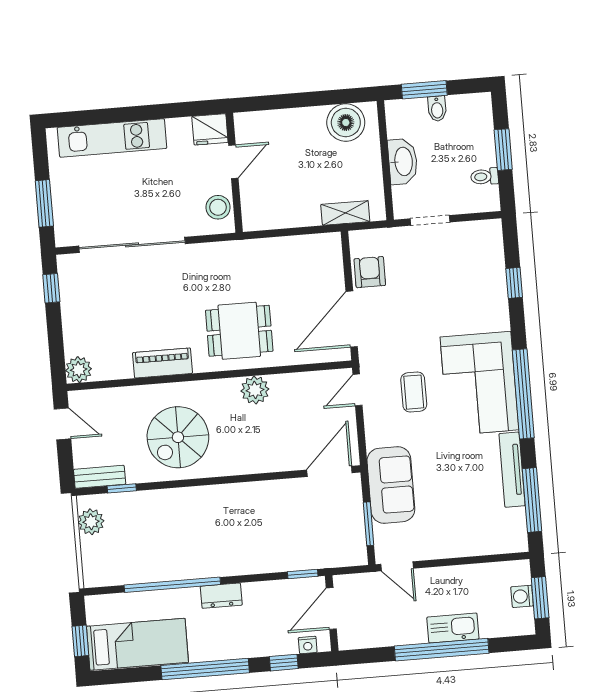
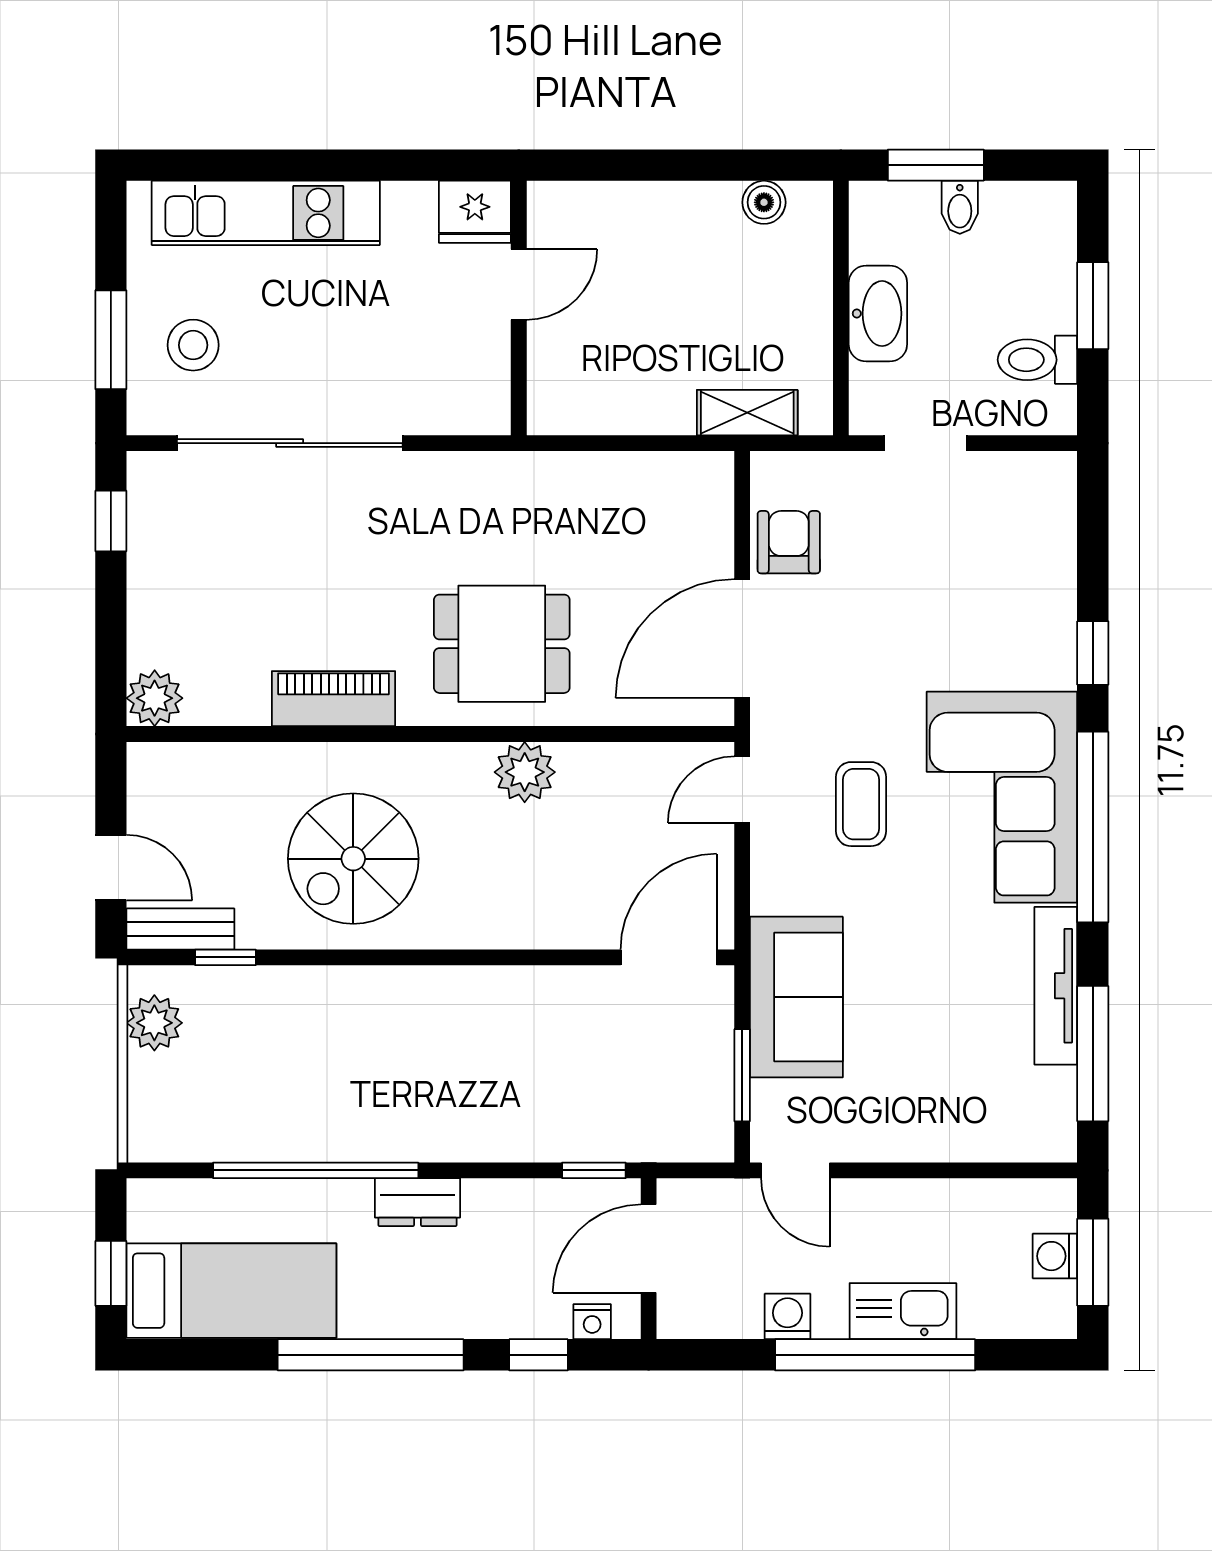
boiler: (346, 122) -> (764, 202), width x0.54, depth x0.54
toilet: (484, 177) -> (1037, 360), width x1.37, depth x1.39
stool: (218, 207) -> (193, 345), moved
window: (514, 283) -> (1093, 653), moved
door: (62, 424) -> (111, 868), moved
washing machine: (399, 635) -> (787, 1316), added

